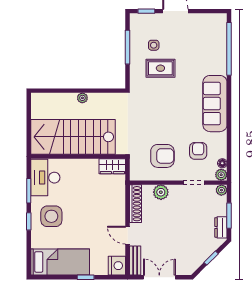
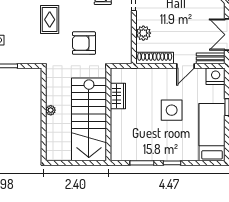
rug: (160, 68) -> (50, 20), moved
armchair: (162, 156) -> (84, 43), moved, turned -90
wardrobe: (112, 166) -> (118, 96), moved
desk: (45, 178) -> (129, 147), removed
side table: (51, 216) -> (172, 110), moved

